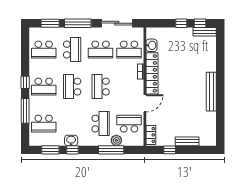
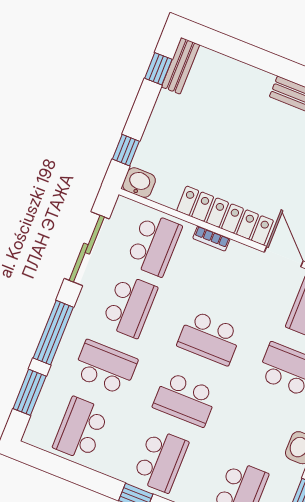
window: (181, 23) -> (126, 150), moved
washbasin: (151, 45) -> (139, 183), moved
school desk: (44, 50) -> (81, 429), turned 180

